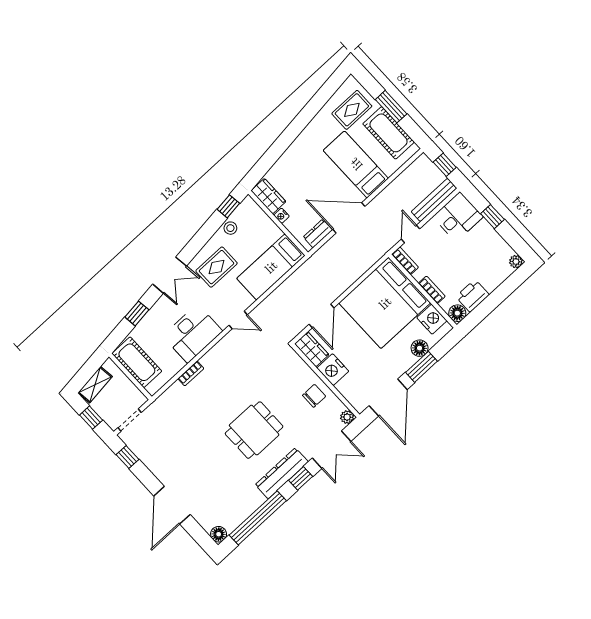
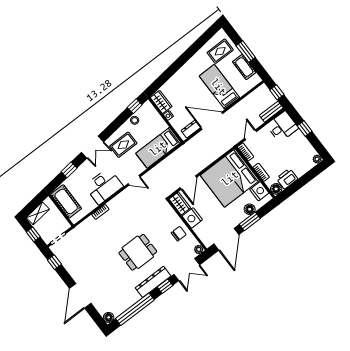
cot: (389, 133) -> (244, 67), width x0.73, depth x0.75
bench: (434, 200) -> (271, 112), width x0.73

